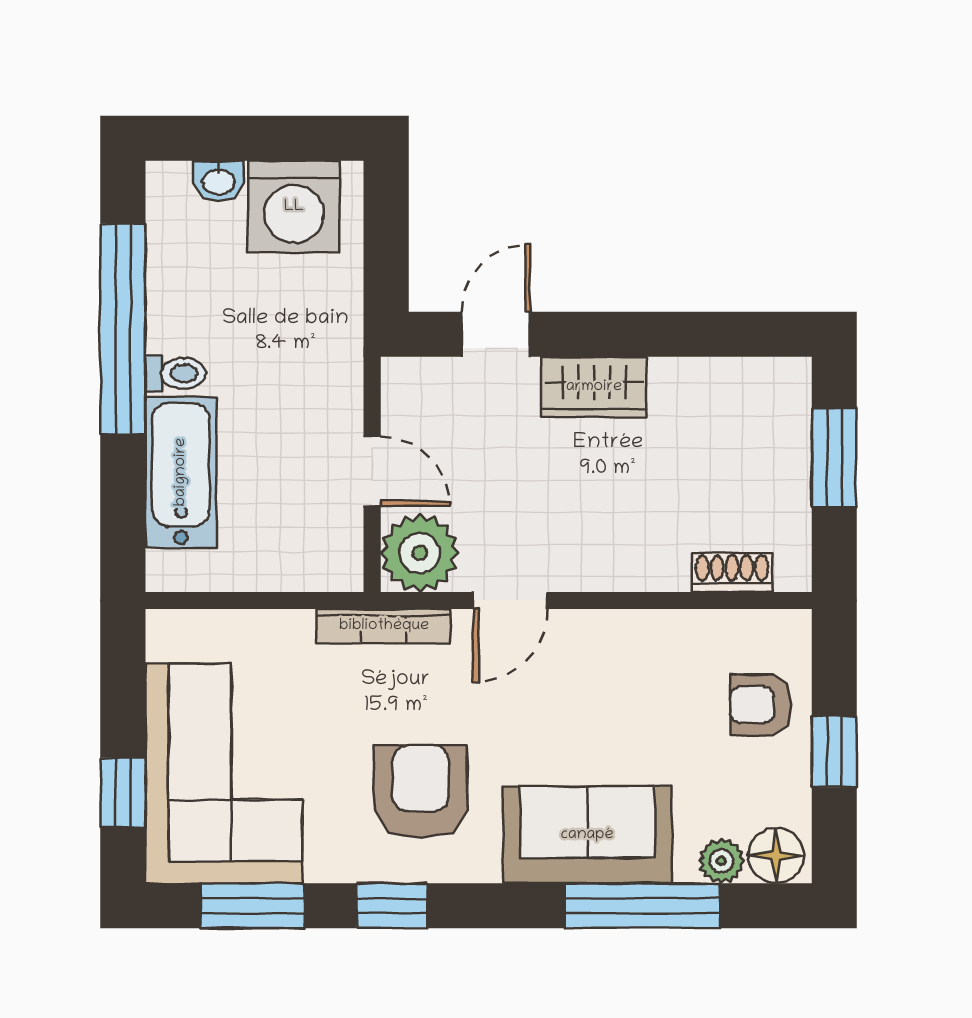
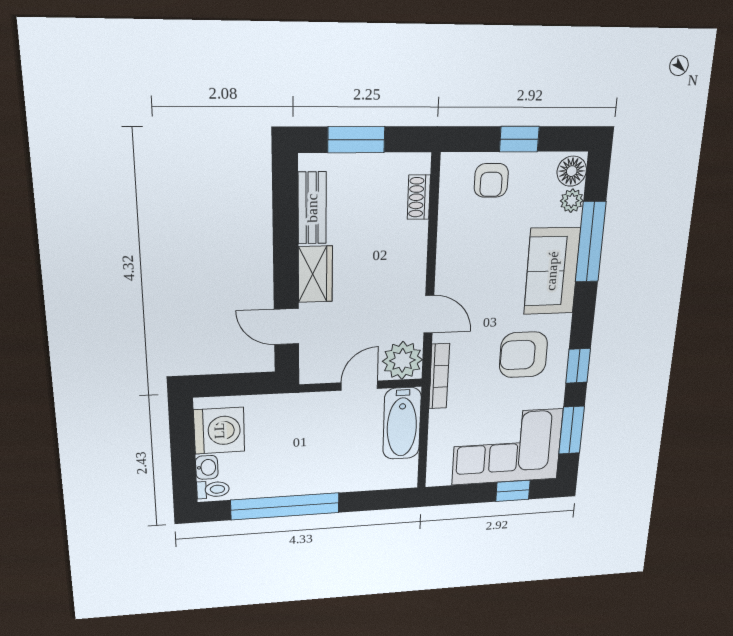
toilet: (176, 373) -> (213, 489), moved, turned 90
bench: (715, 381) -> (312, 208), added
bathtub: (181, 472) -> (402, 424), moved, turned -90

